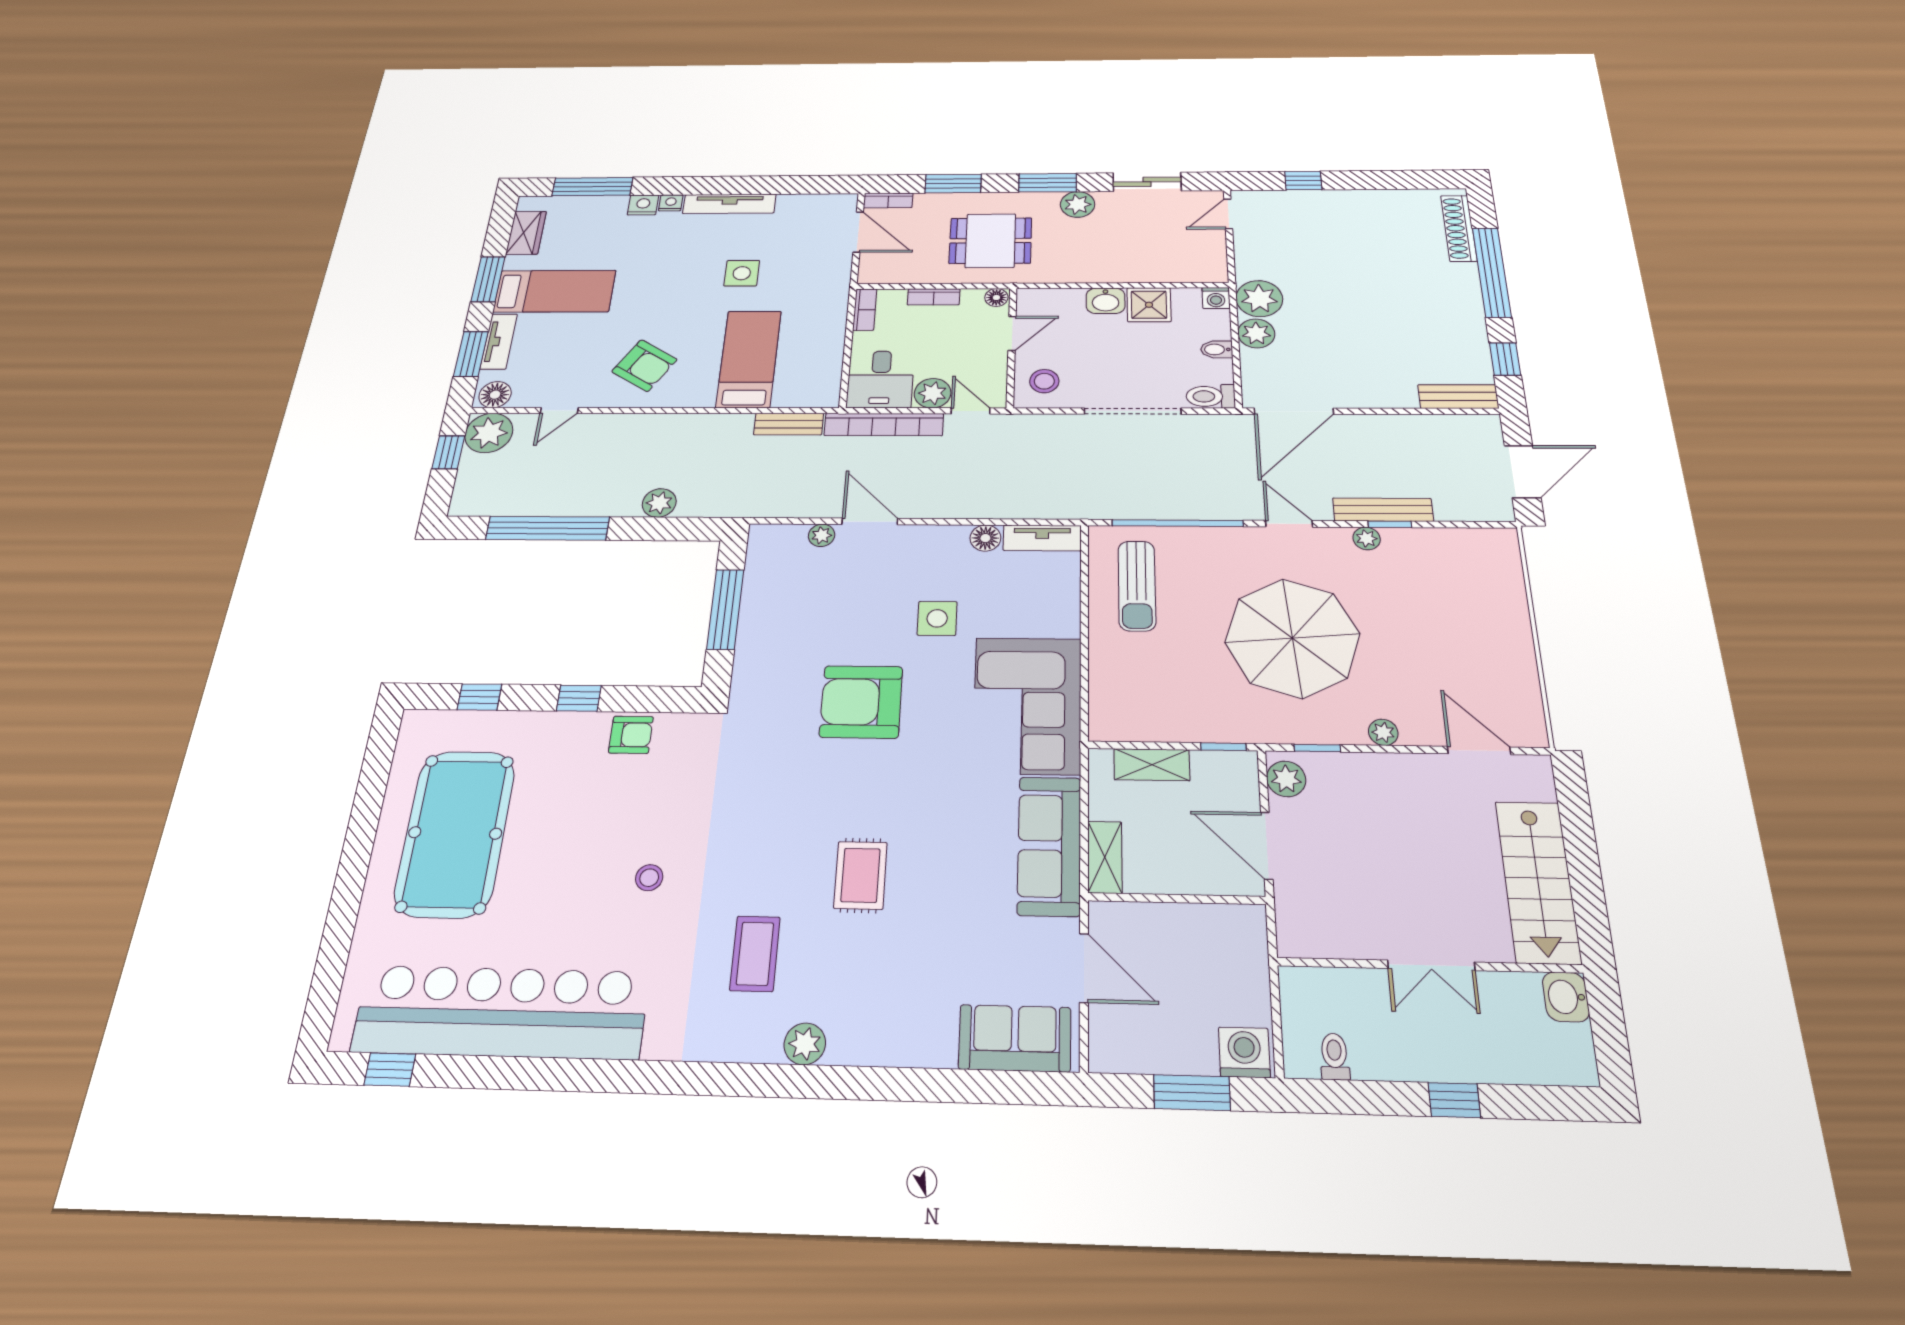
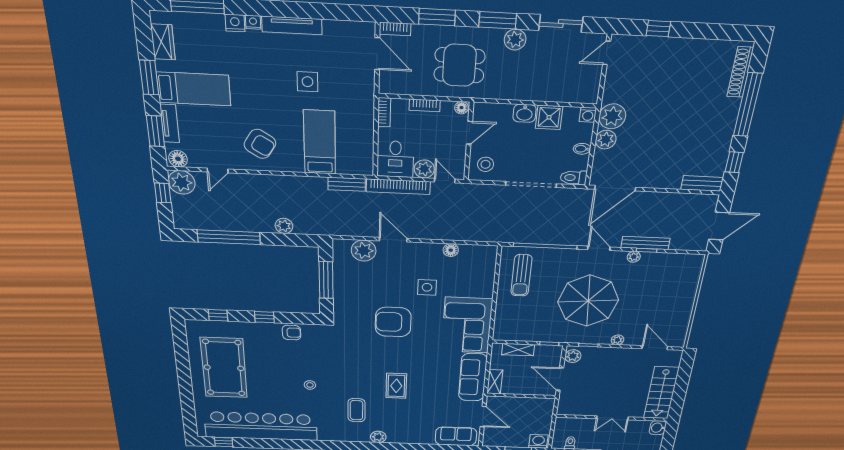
plant: (822, 535) -> (364, 251), width x1.88, depth x1.88
tv unit: (1042, 538) -> (478, 251), removed

